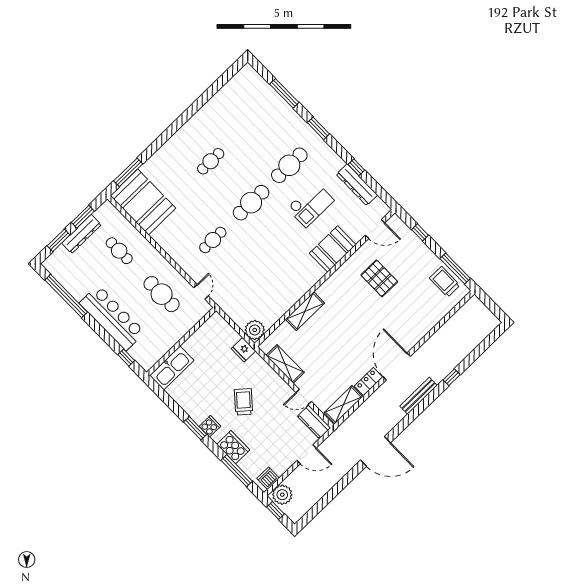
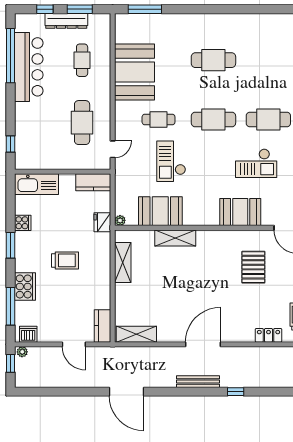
cafe table: (211, 161) -> (213, 60), width x1.37, depth x1.35
booth: (143, 202) -> (135, 72), moved
window: (59, 240) -> (45, 9), width x0.67
checkout: (250, 261) -> (171, 161), added
booth: (276, 303) -> (160, 211), added
bar counter: (112, 318) -> (29, 67), moved
kitchen counter: (210, 328) -> (93, 182), added
plant: (255, 330) -> (120, 220), width x0.53, depth x0.53
locker: (369, 382) -> (269, 335), moved
door: (304, 397) -> (113, 300), removed
trolley: (243, 402) -> (65, 260), turned 49
cooker: (210, 426) -> (23, 223), moved
plant: (282, 495) -> (22, 352), width x0.53, depth x0.53

